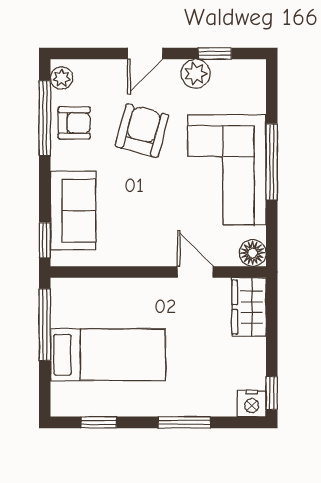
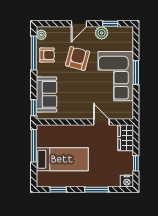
window: (272, 162) -> (136, 73), width x0.69
floor lamp: (253, 253) -> (127, 113), removed
window: (272, 393) -> (136, 163), moved

